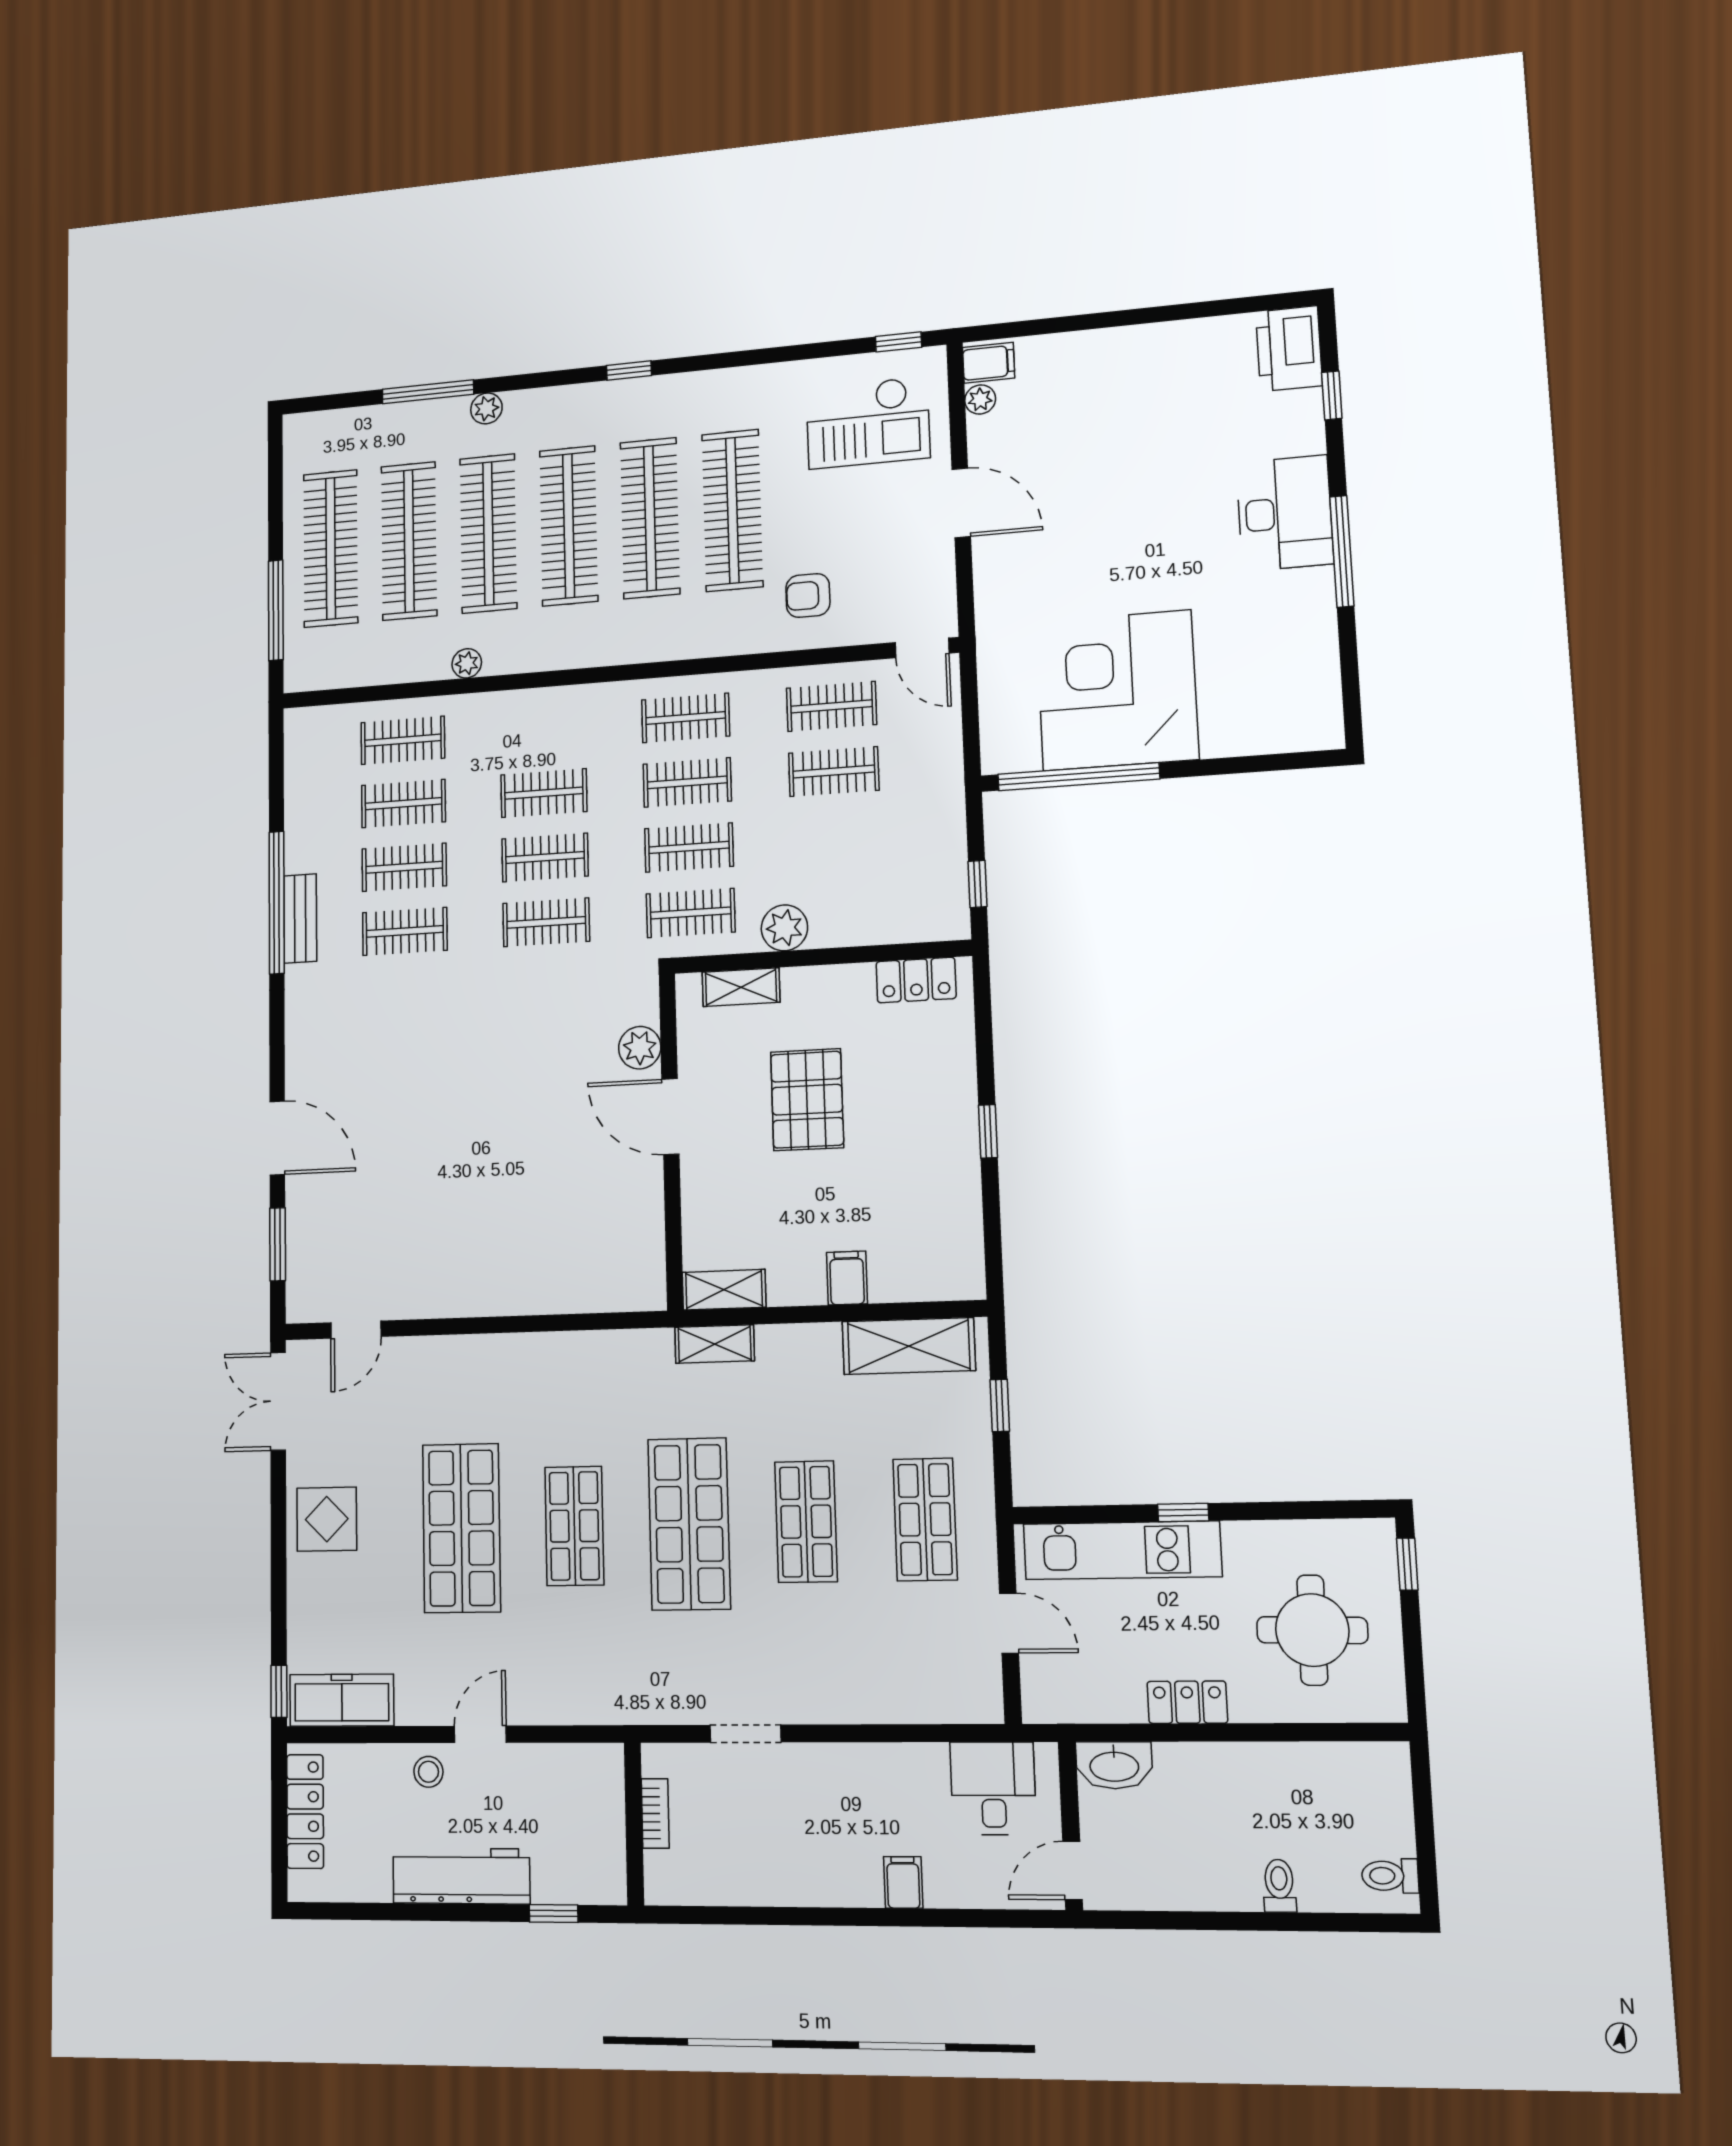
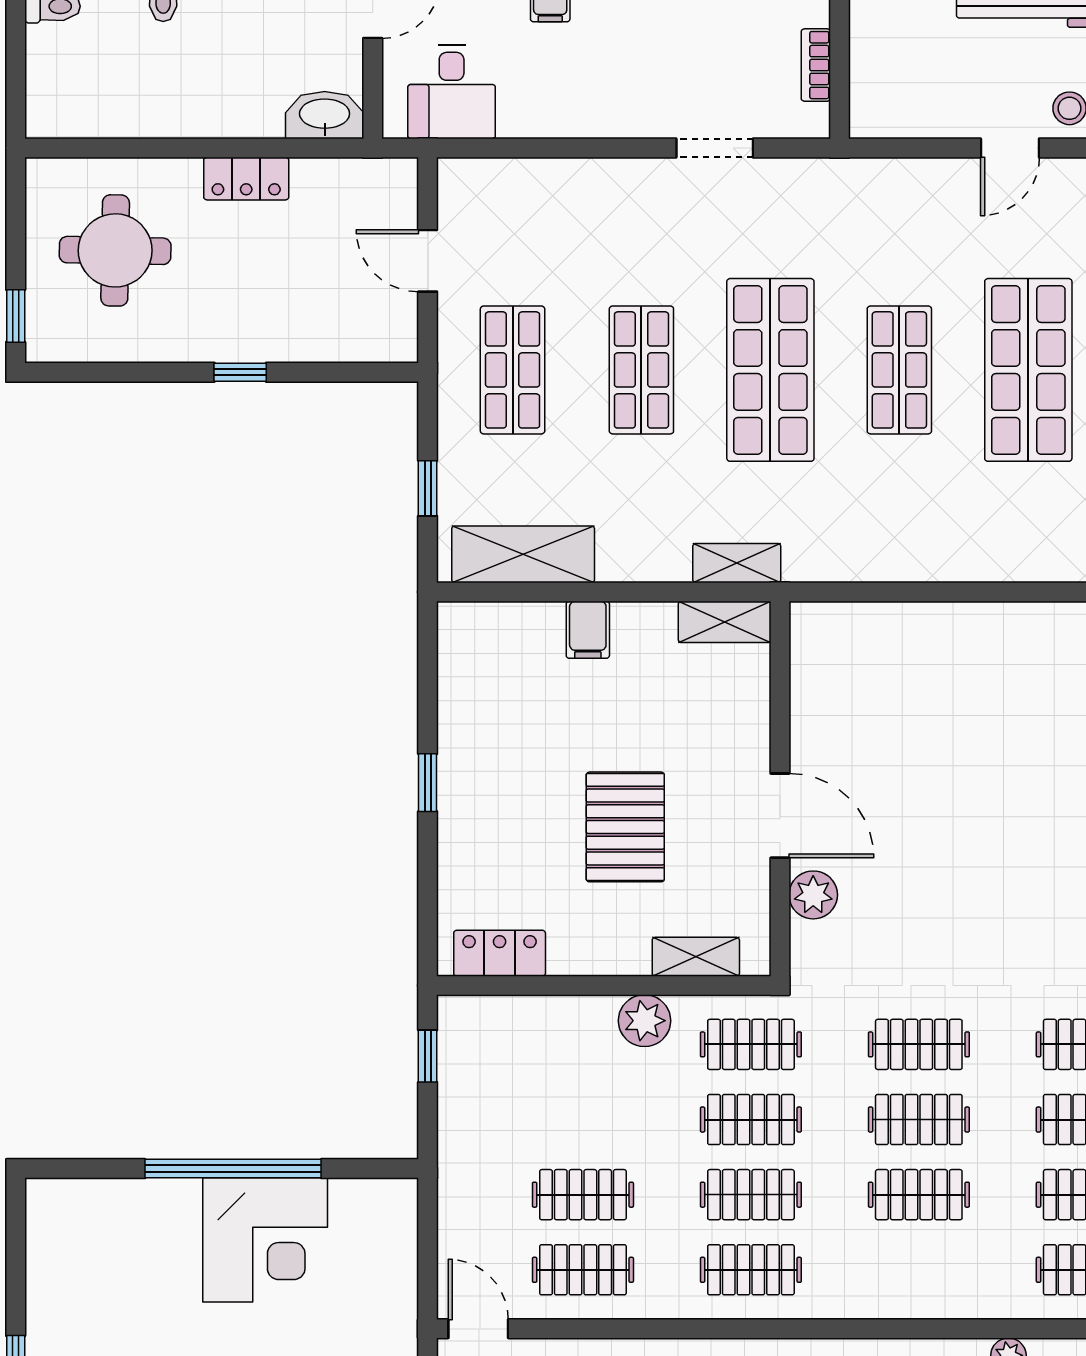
corner desk: (1117, 690) -> (265, 1240), width x0.74, depth x0.74
window: (1078, 777) -> (233, 1169), moved
kitchen unit: (1122, 1550) -> (306, 334), removed

